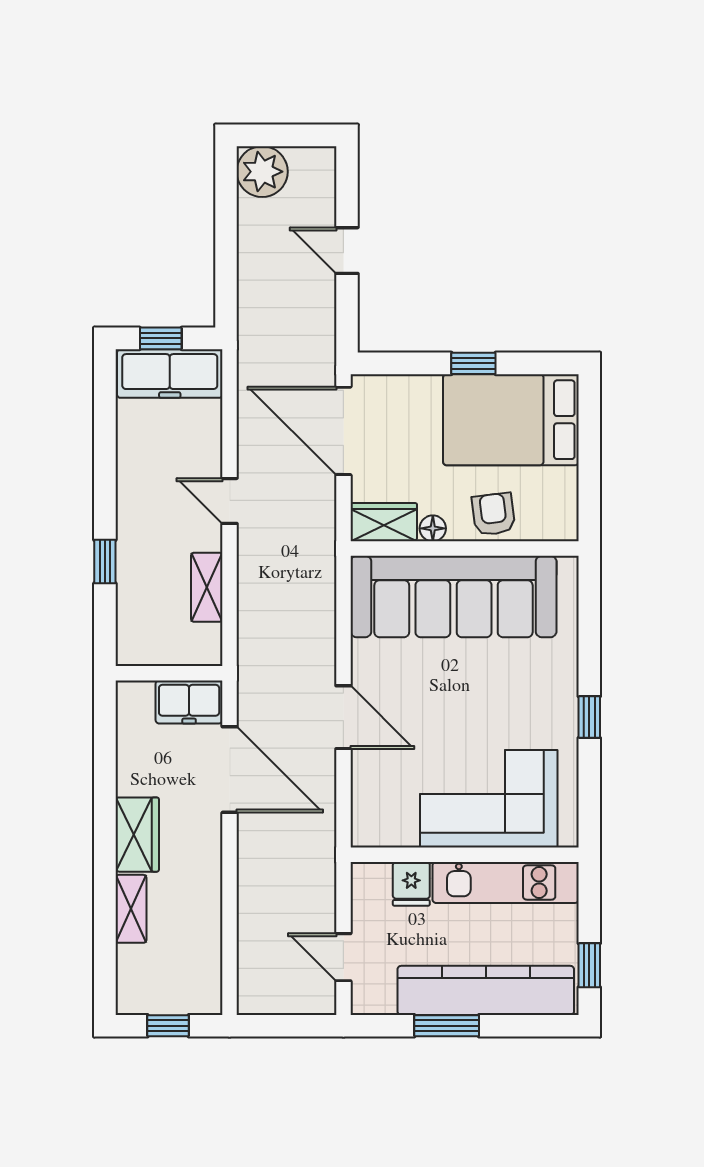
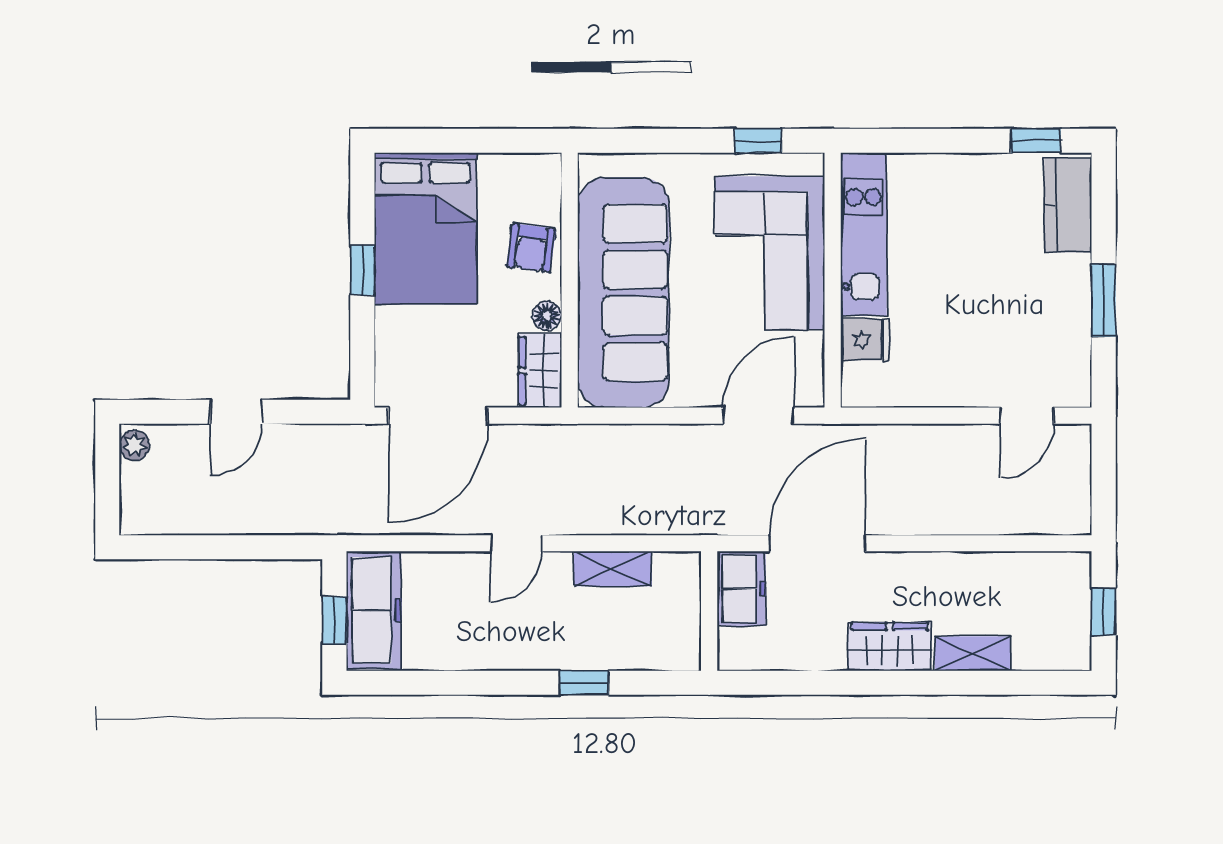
plant: (262, 172) -> (134, 445), moved, width x0.53, depth x0.53
armchair: (493, 514) -> (531, 248), turned -76
corner sofa: (489, 799) -> (770, 253), moved
wall: (465, 855) -> (833, 280), moved
kitchen unit: (506, 882) -> (864, 234), moved
fridge: (411, 884) -> (865, 340), moved
kitchen counter: (486, 990) -> (1068, 205), width x0.48, depth x0.86

